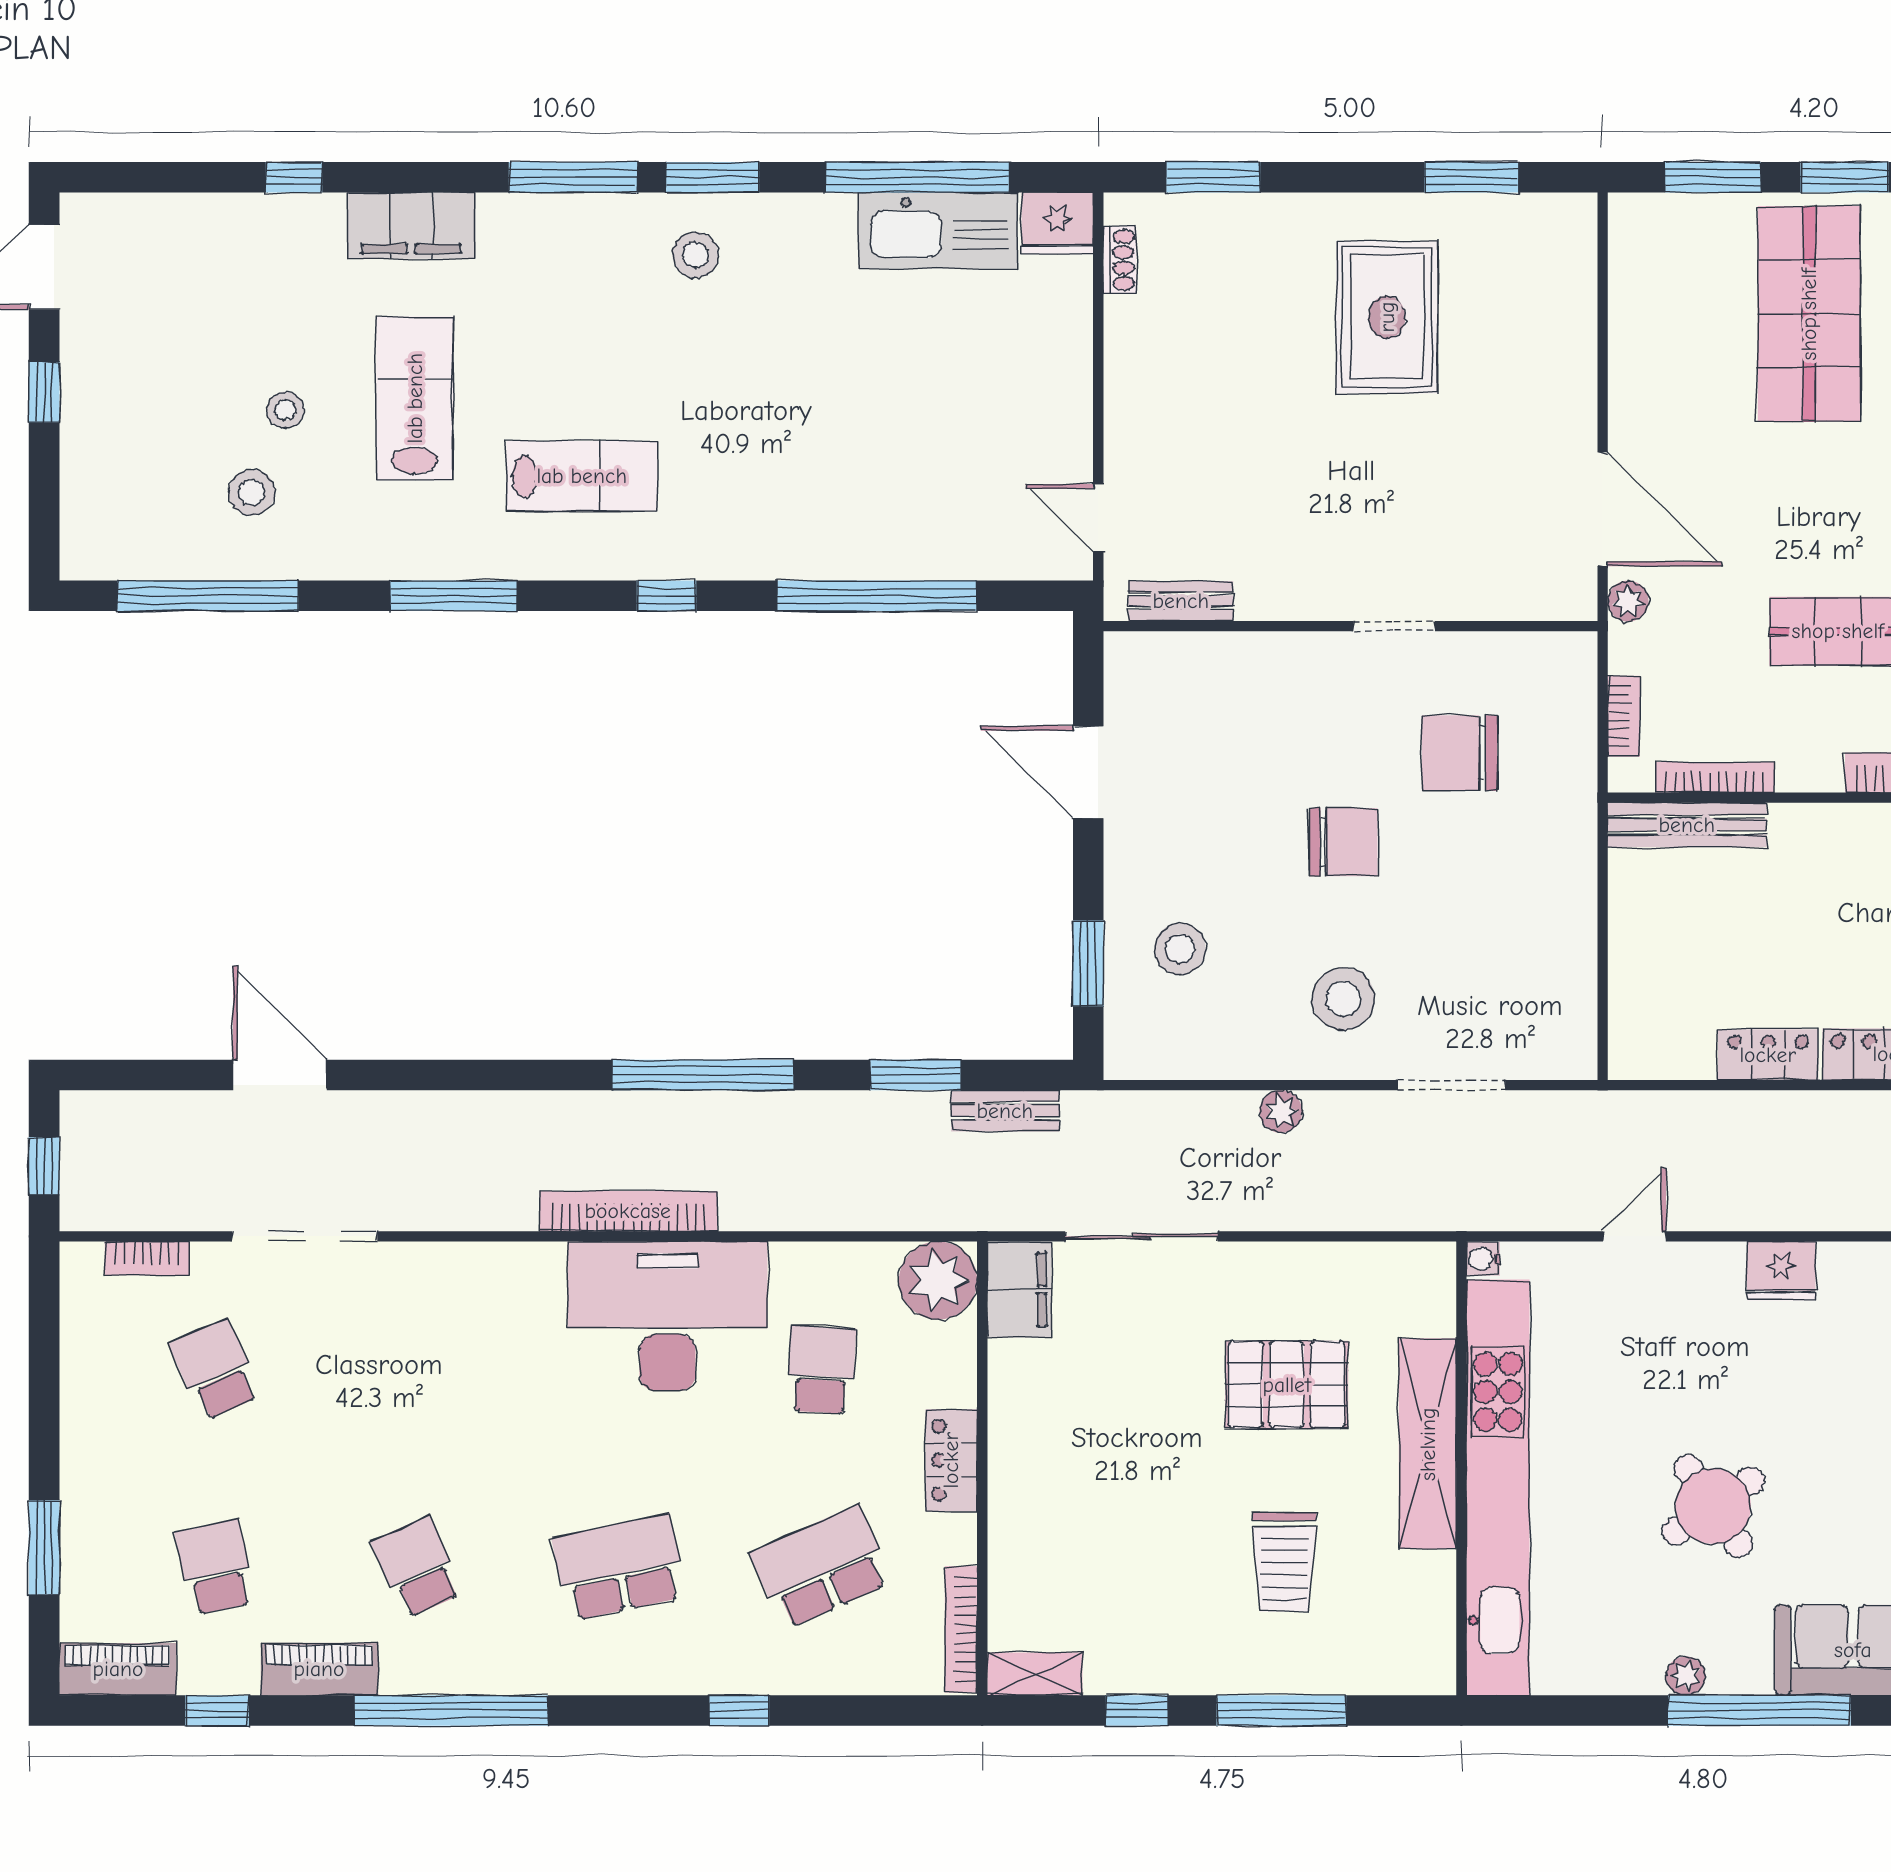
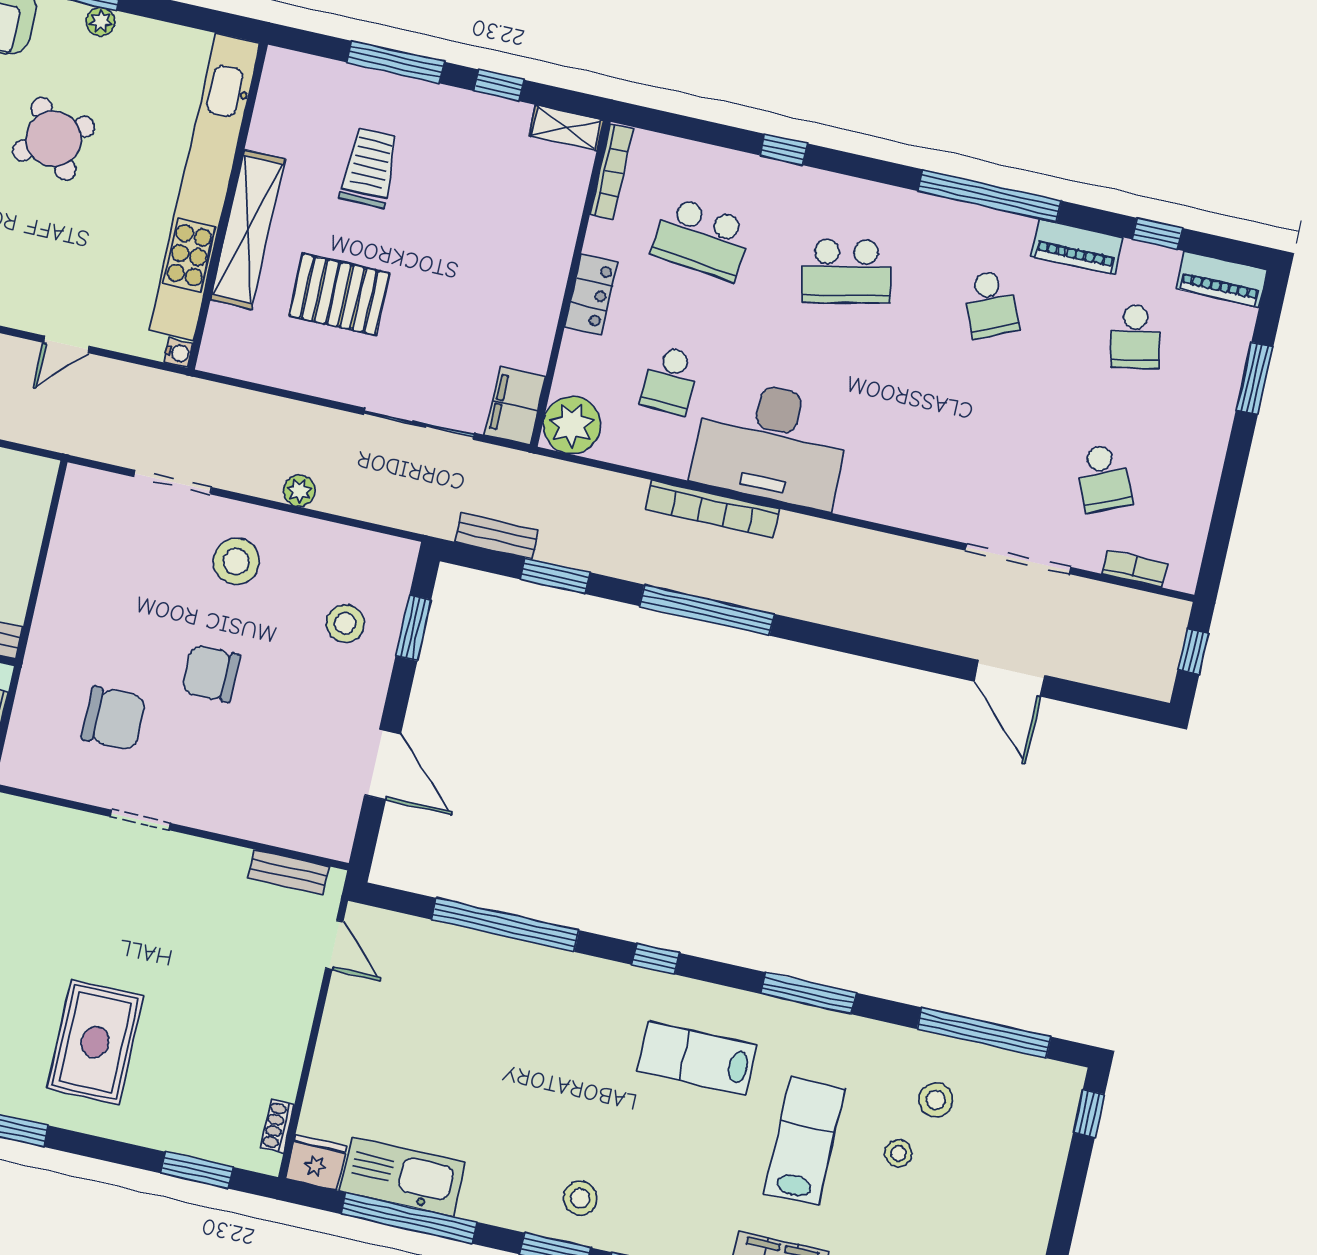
window: (44, 392) -> (1089, 1113), moved
lab bench: (415, 398) -> (804, 1141), turned 180
bookcase: (628, 1211) -> (713, 509), moved
school desk: (821, 1567) -> (702, 239), turned 30

